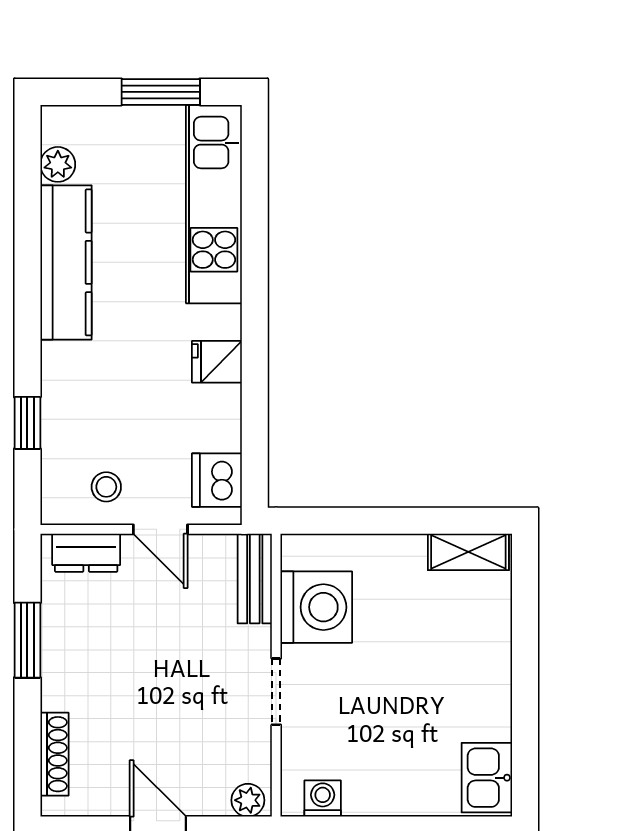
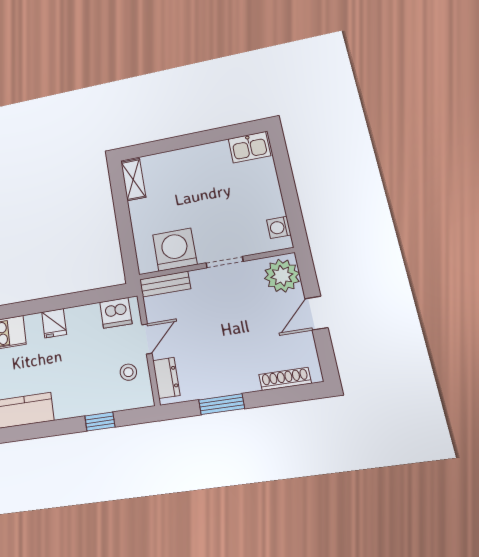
plant: (248, 800) -> (282, 276), width x1.87, depth x1.87

